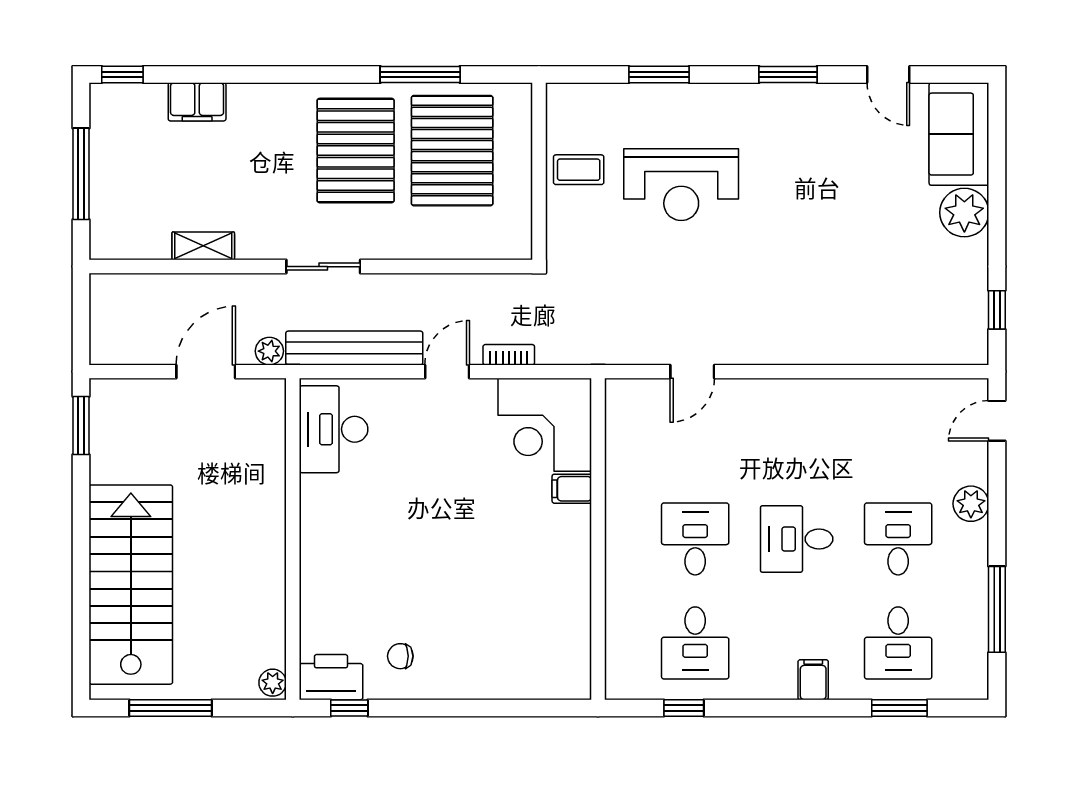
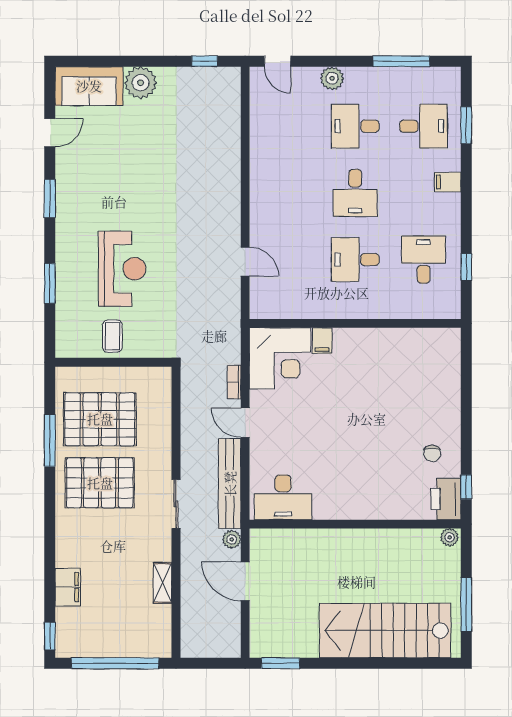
window: (81, 174) -> (115, 663), width x1.46
desk: (695, 643) -> (423, 260), turned -90

